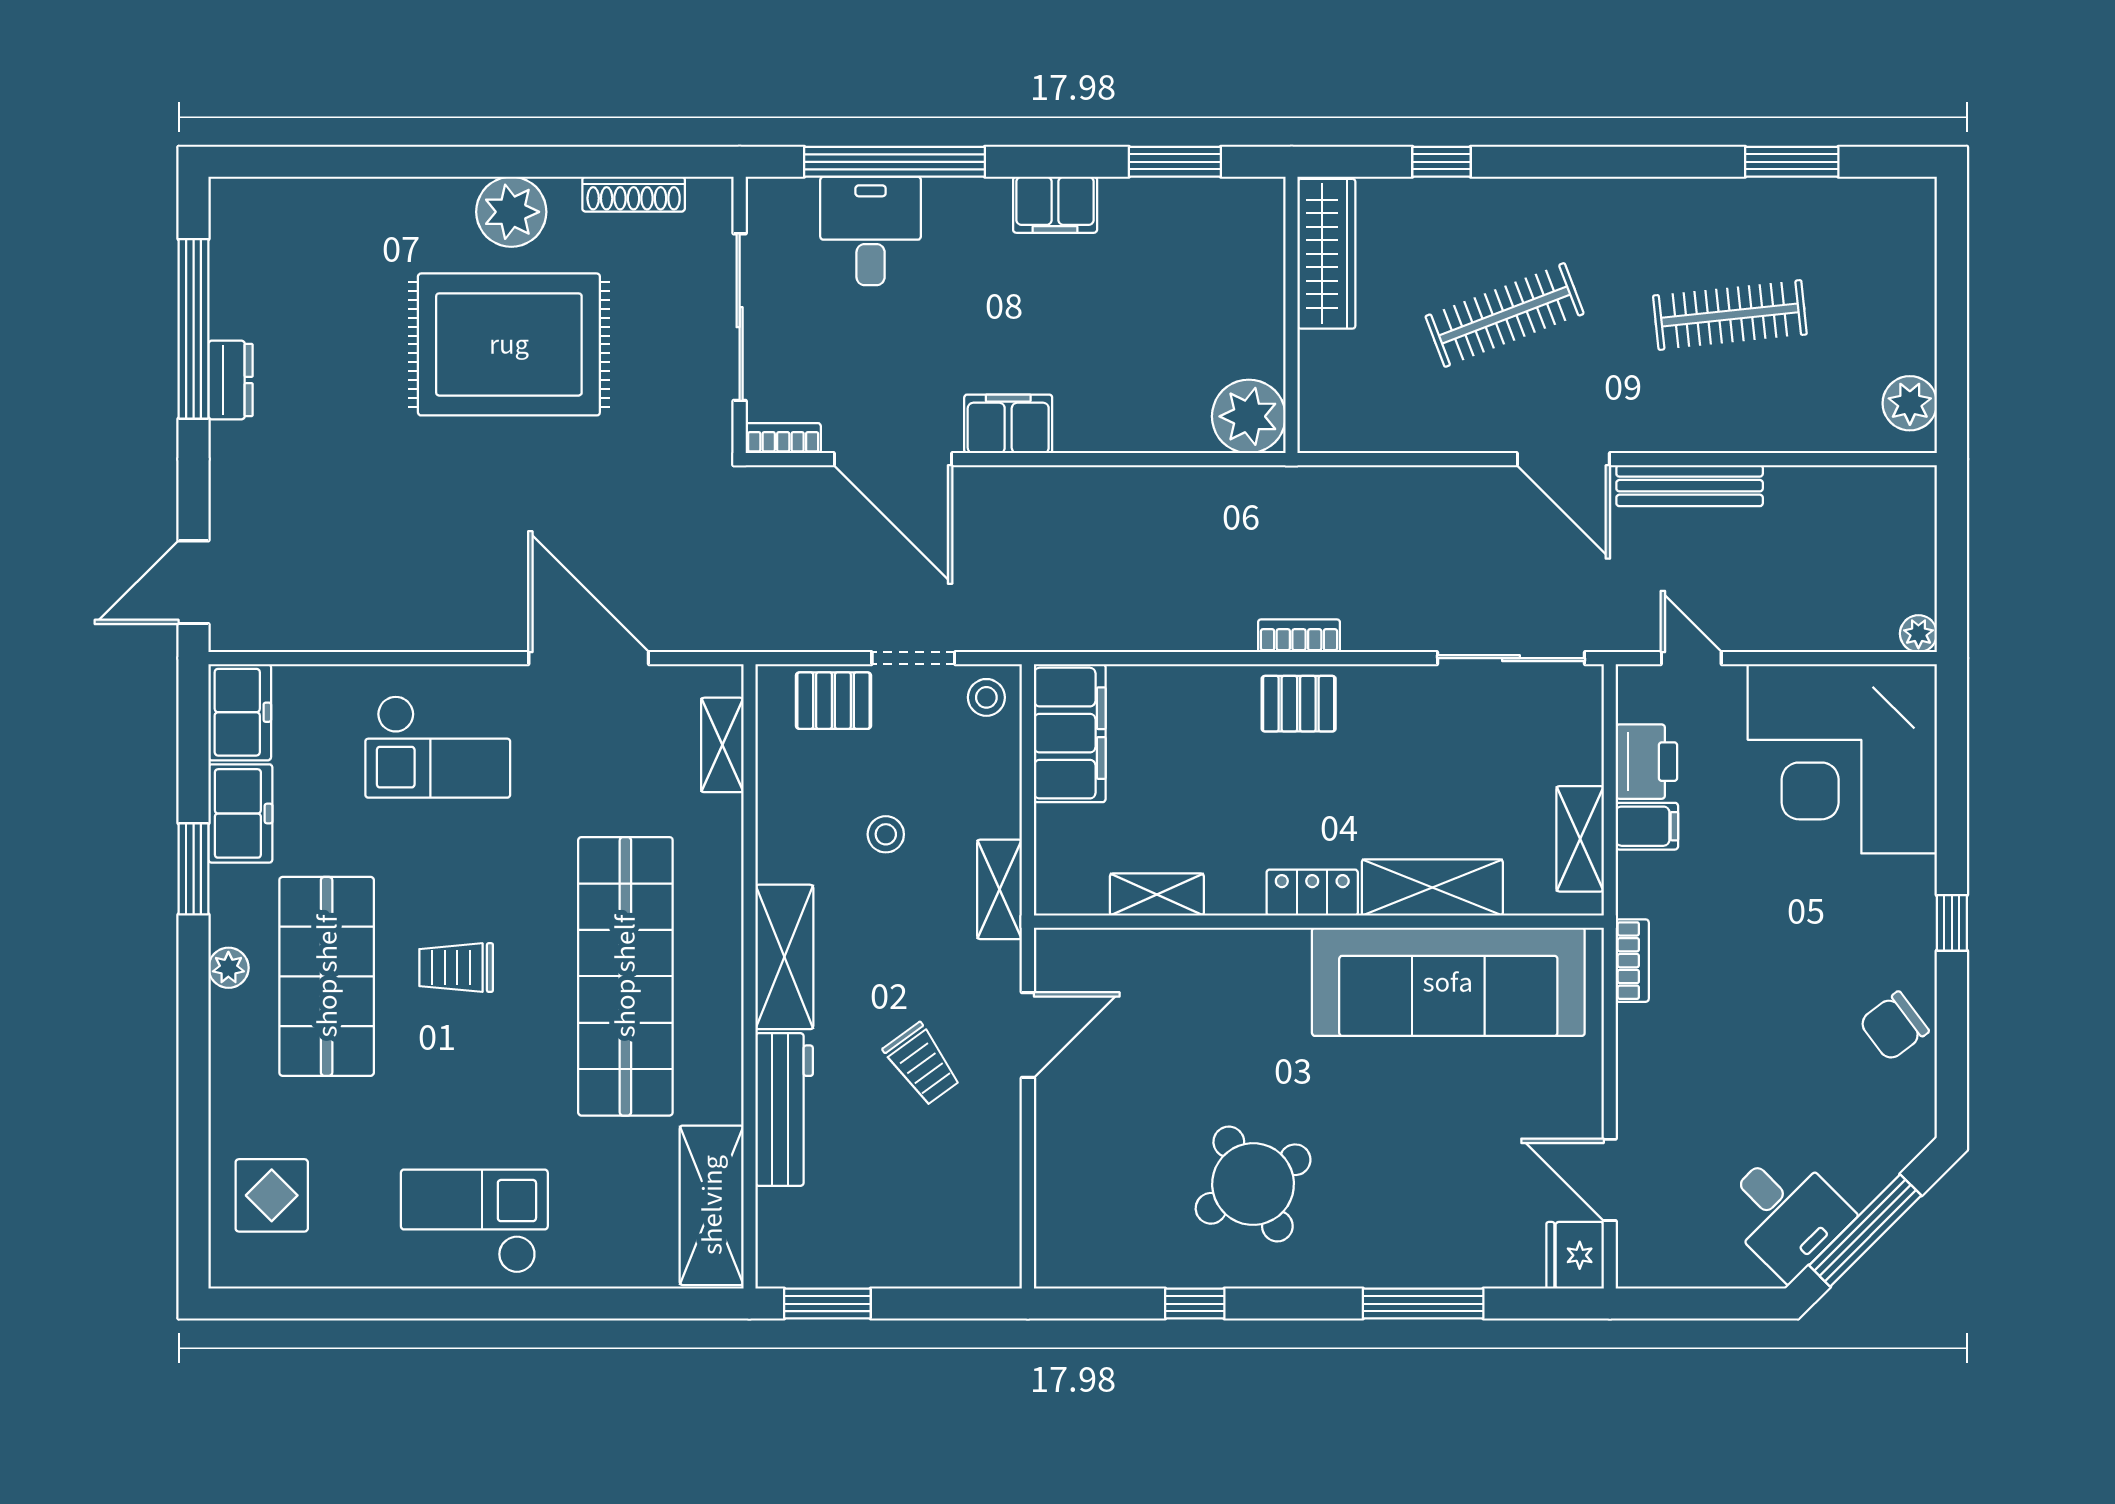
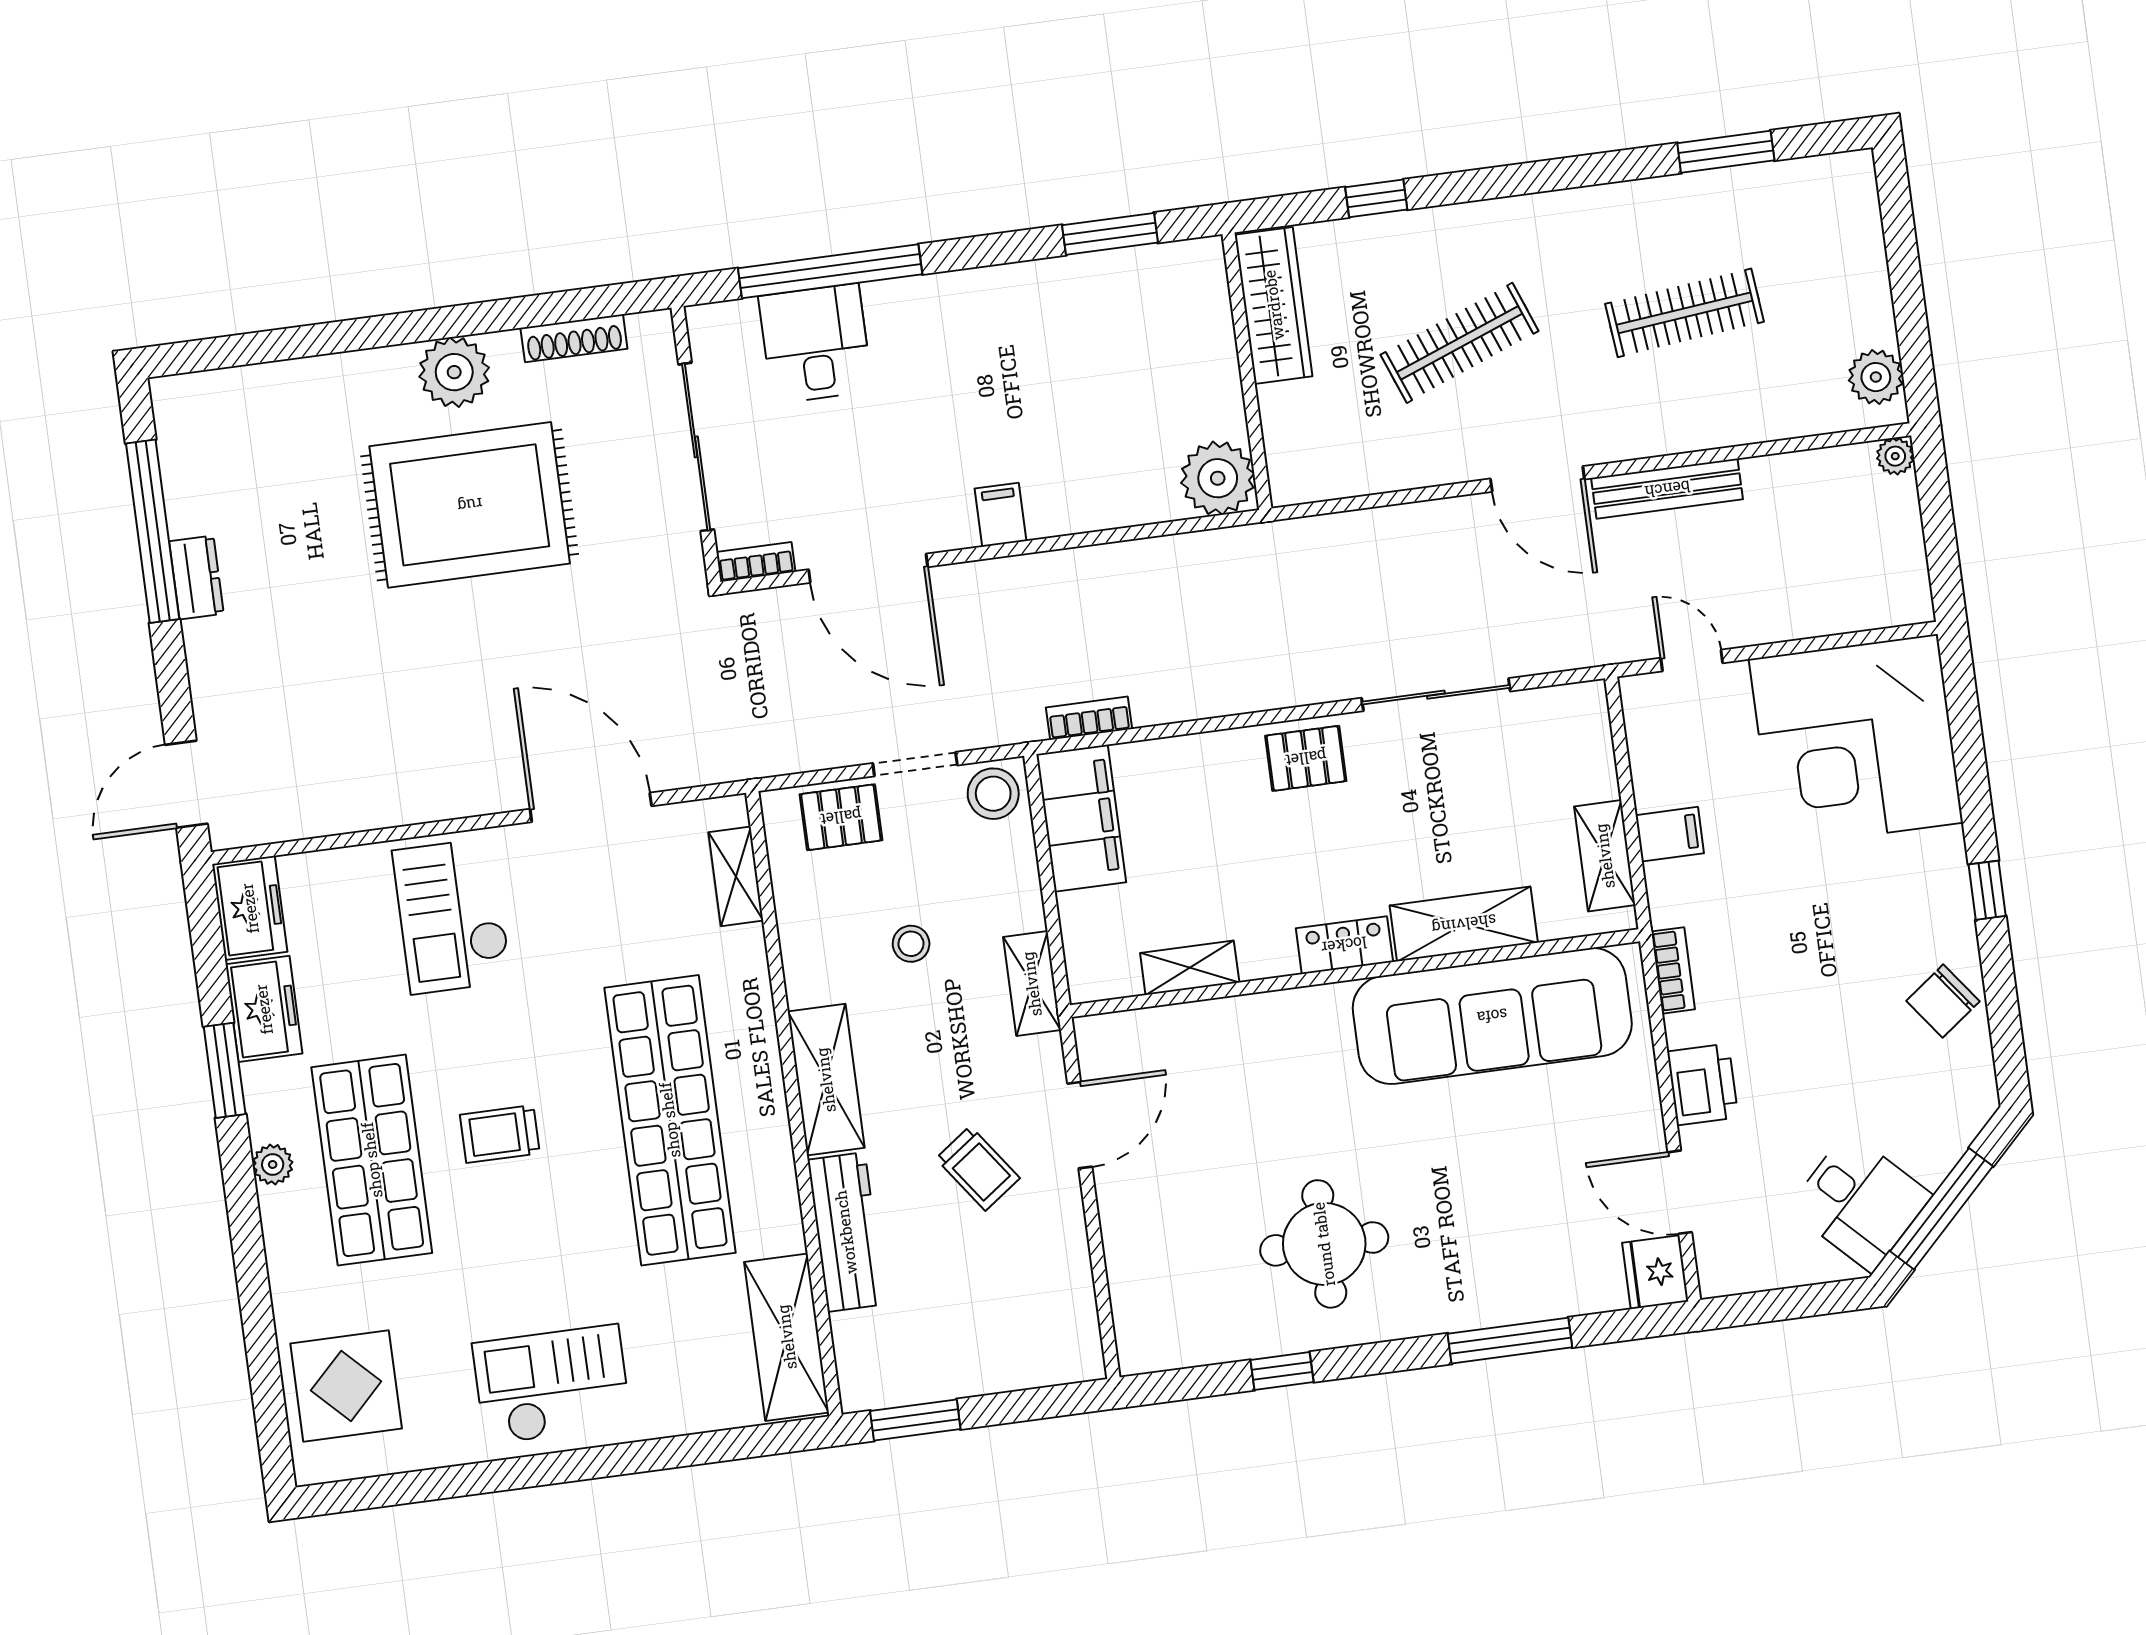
filing cabinet: (1055, 205) -> (996, 293), removed
filing cabinet: (1008, 424) -> (1001, 515), width x0.50
plant: (1918, 634) -> (1895, 456), moved
bookcase: (1299, 636) -> (1089, 718), moved
sliding door: (1511, 658) -> (1436, 695), moved
stool: (986, 697) -> (993, 794), width x1.37, depth x1.37
checkout: (438, 747) -> (452, 916), turned 90
printer: (1646, 762) -> (1703, 1084), moved
round table: (1253, 1184) -> (1324, 1244), turned 30
display table: (272, 1195) -> (346, 1386), width x1.36, depth x1.36

